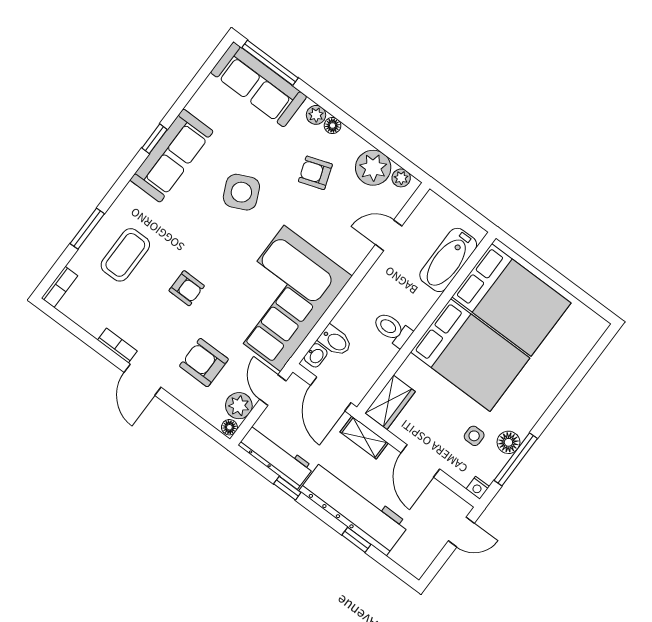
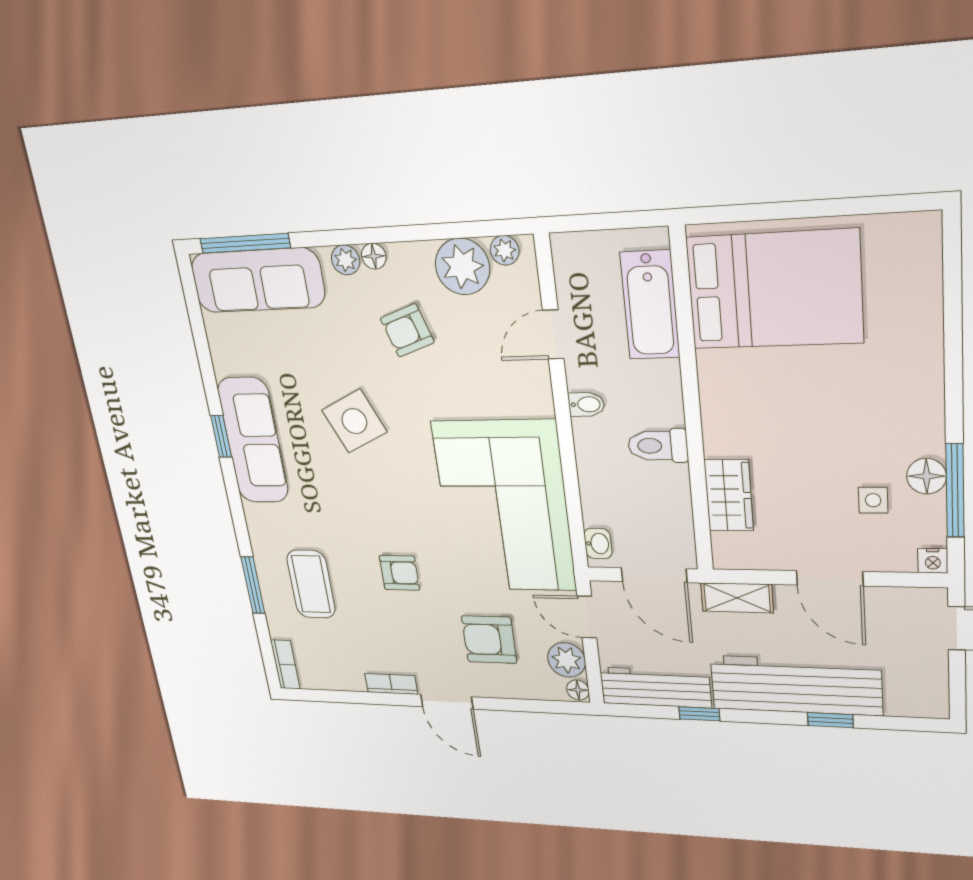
bidet: (335, 341) -> (586, 404), moved, width x0.72, depth x0.74
bed: (470, 355) -> (781, 403), removed
wardrobe: (390, 402) -> (729, 495), moved

